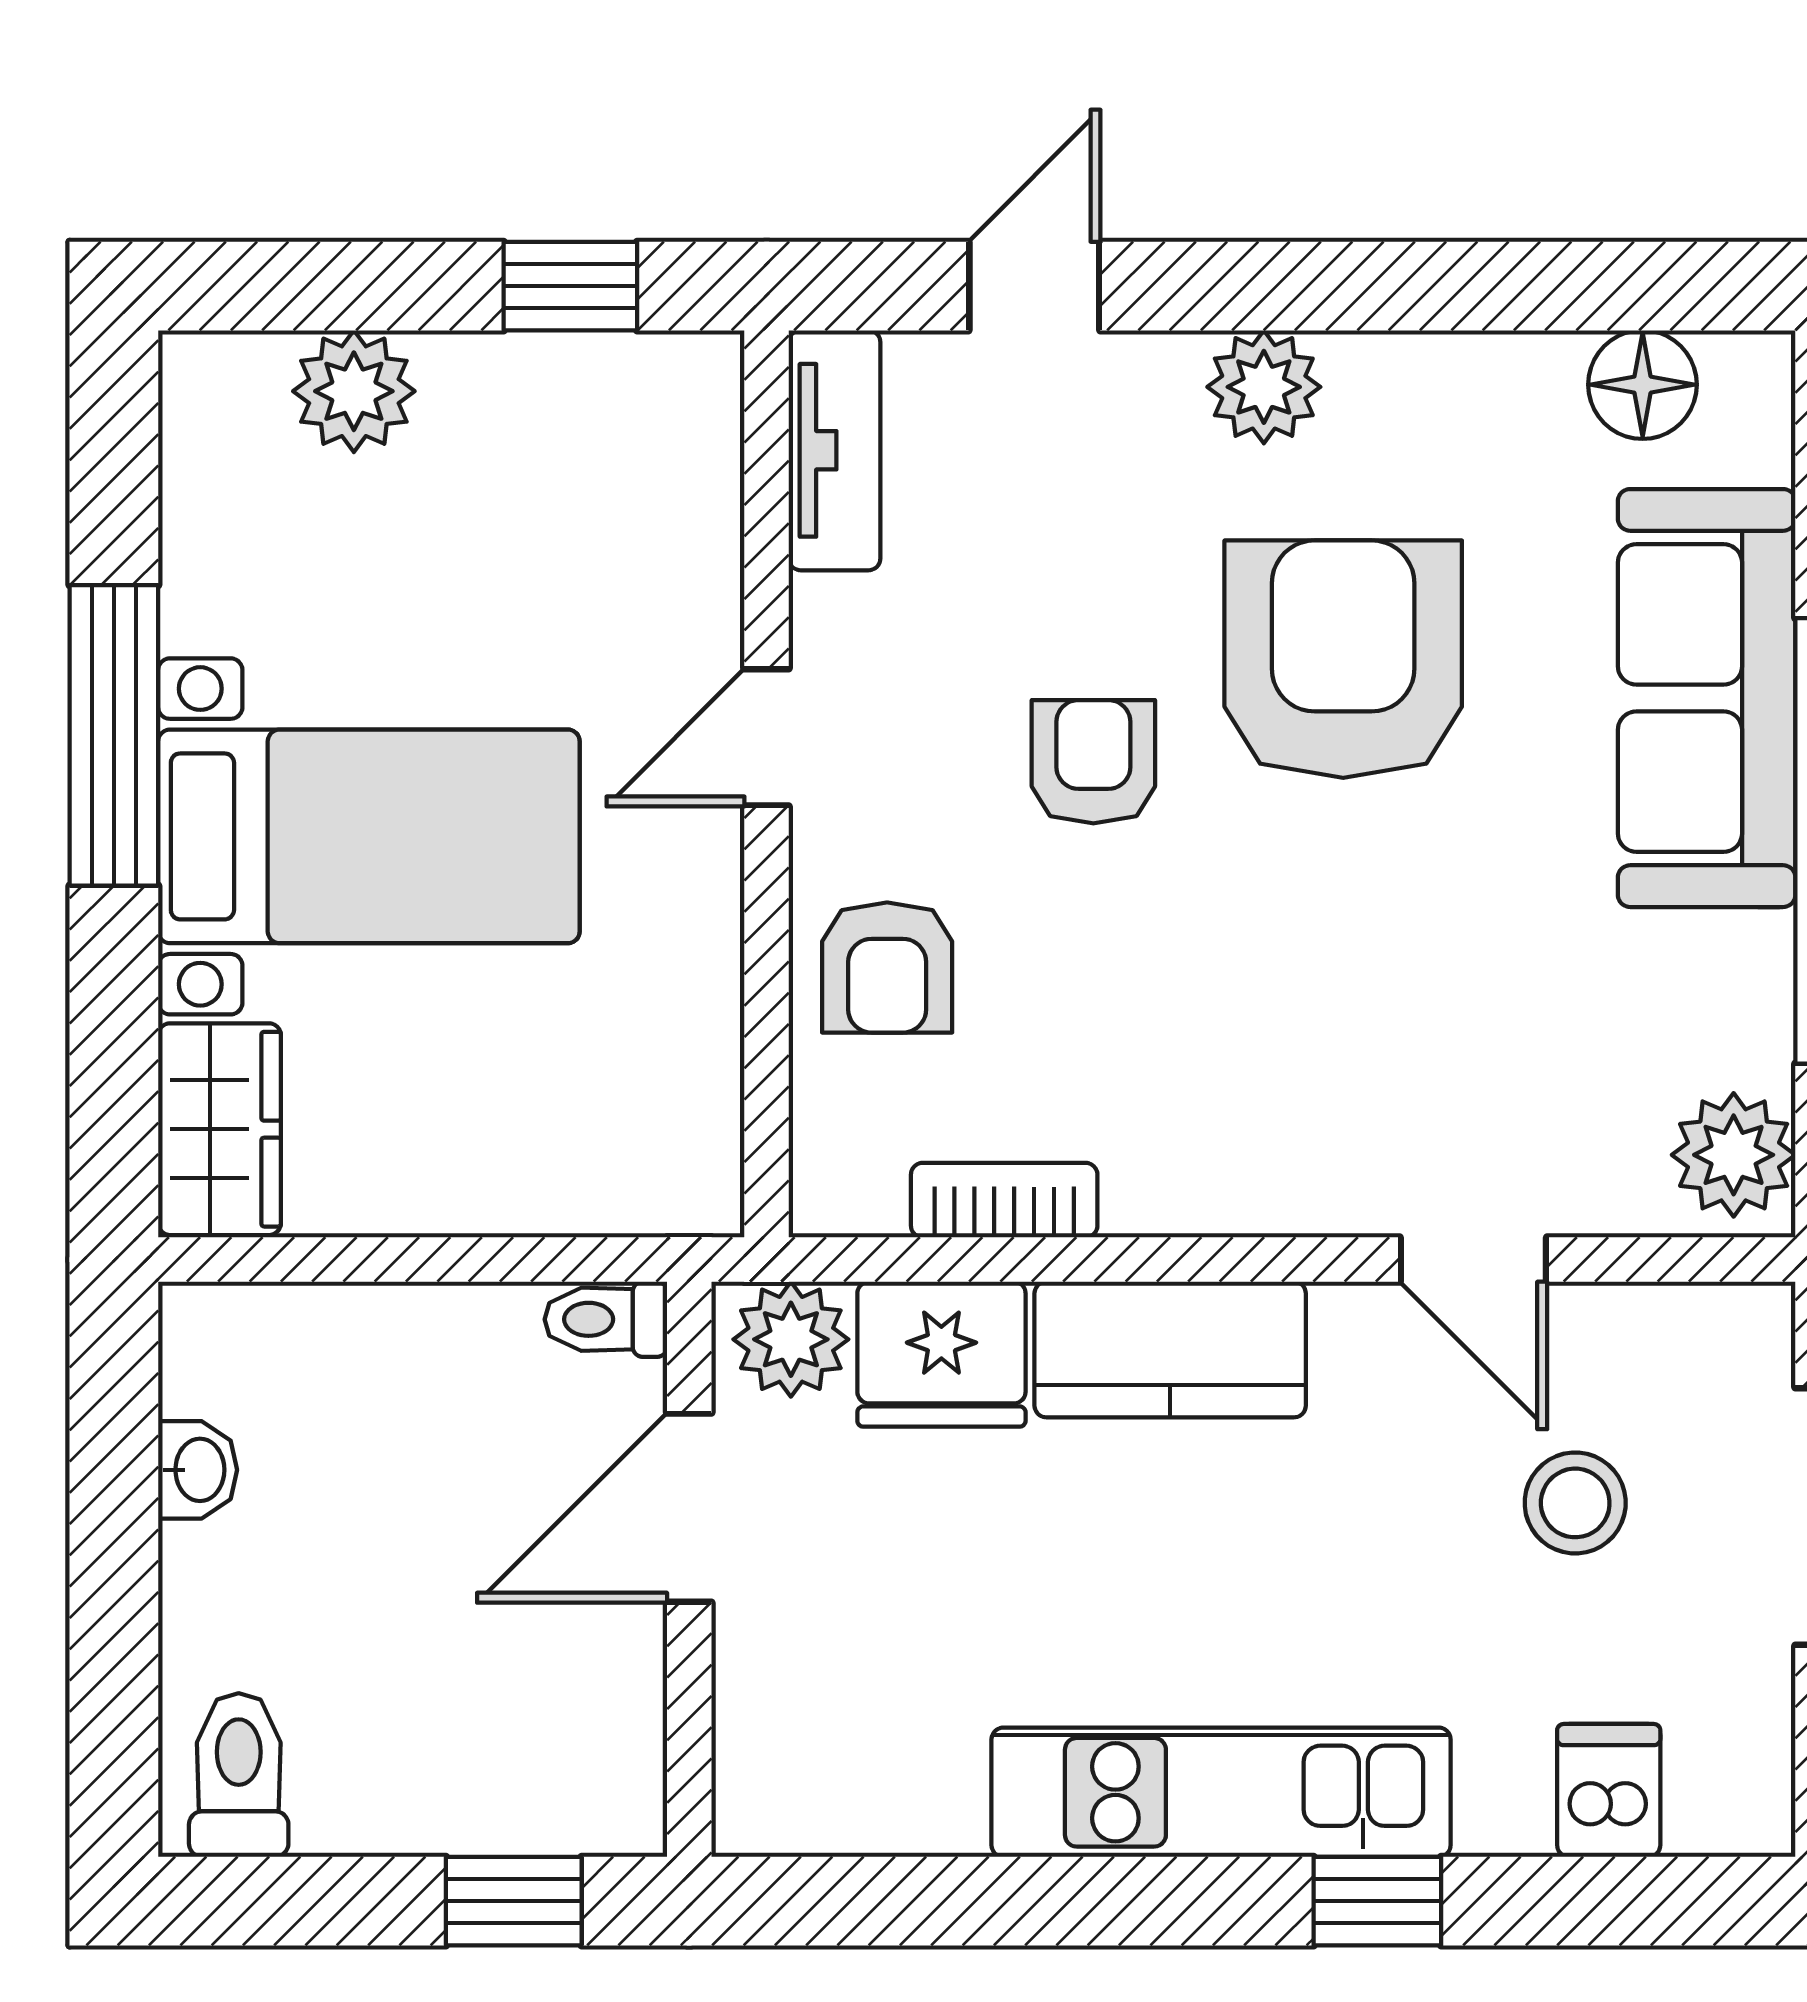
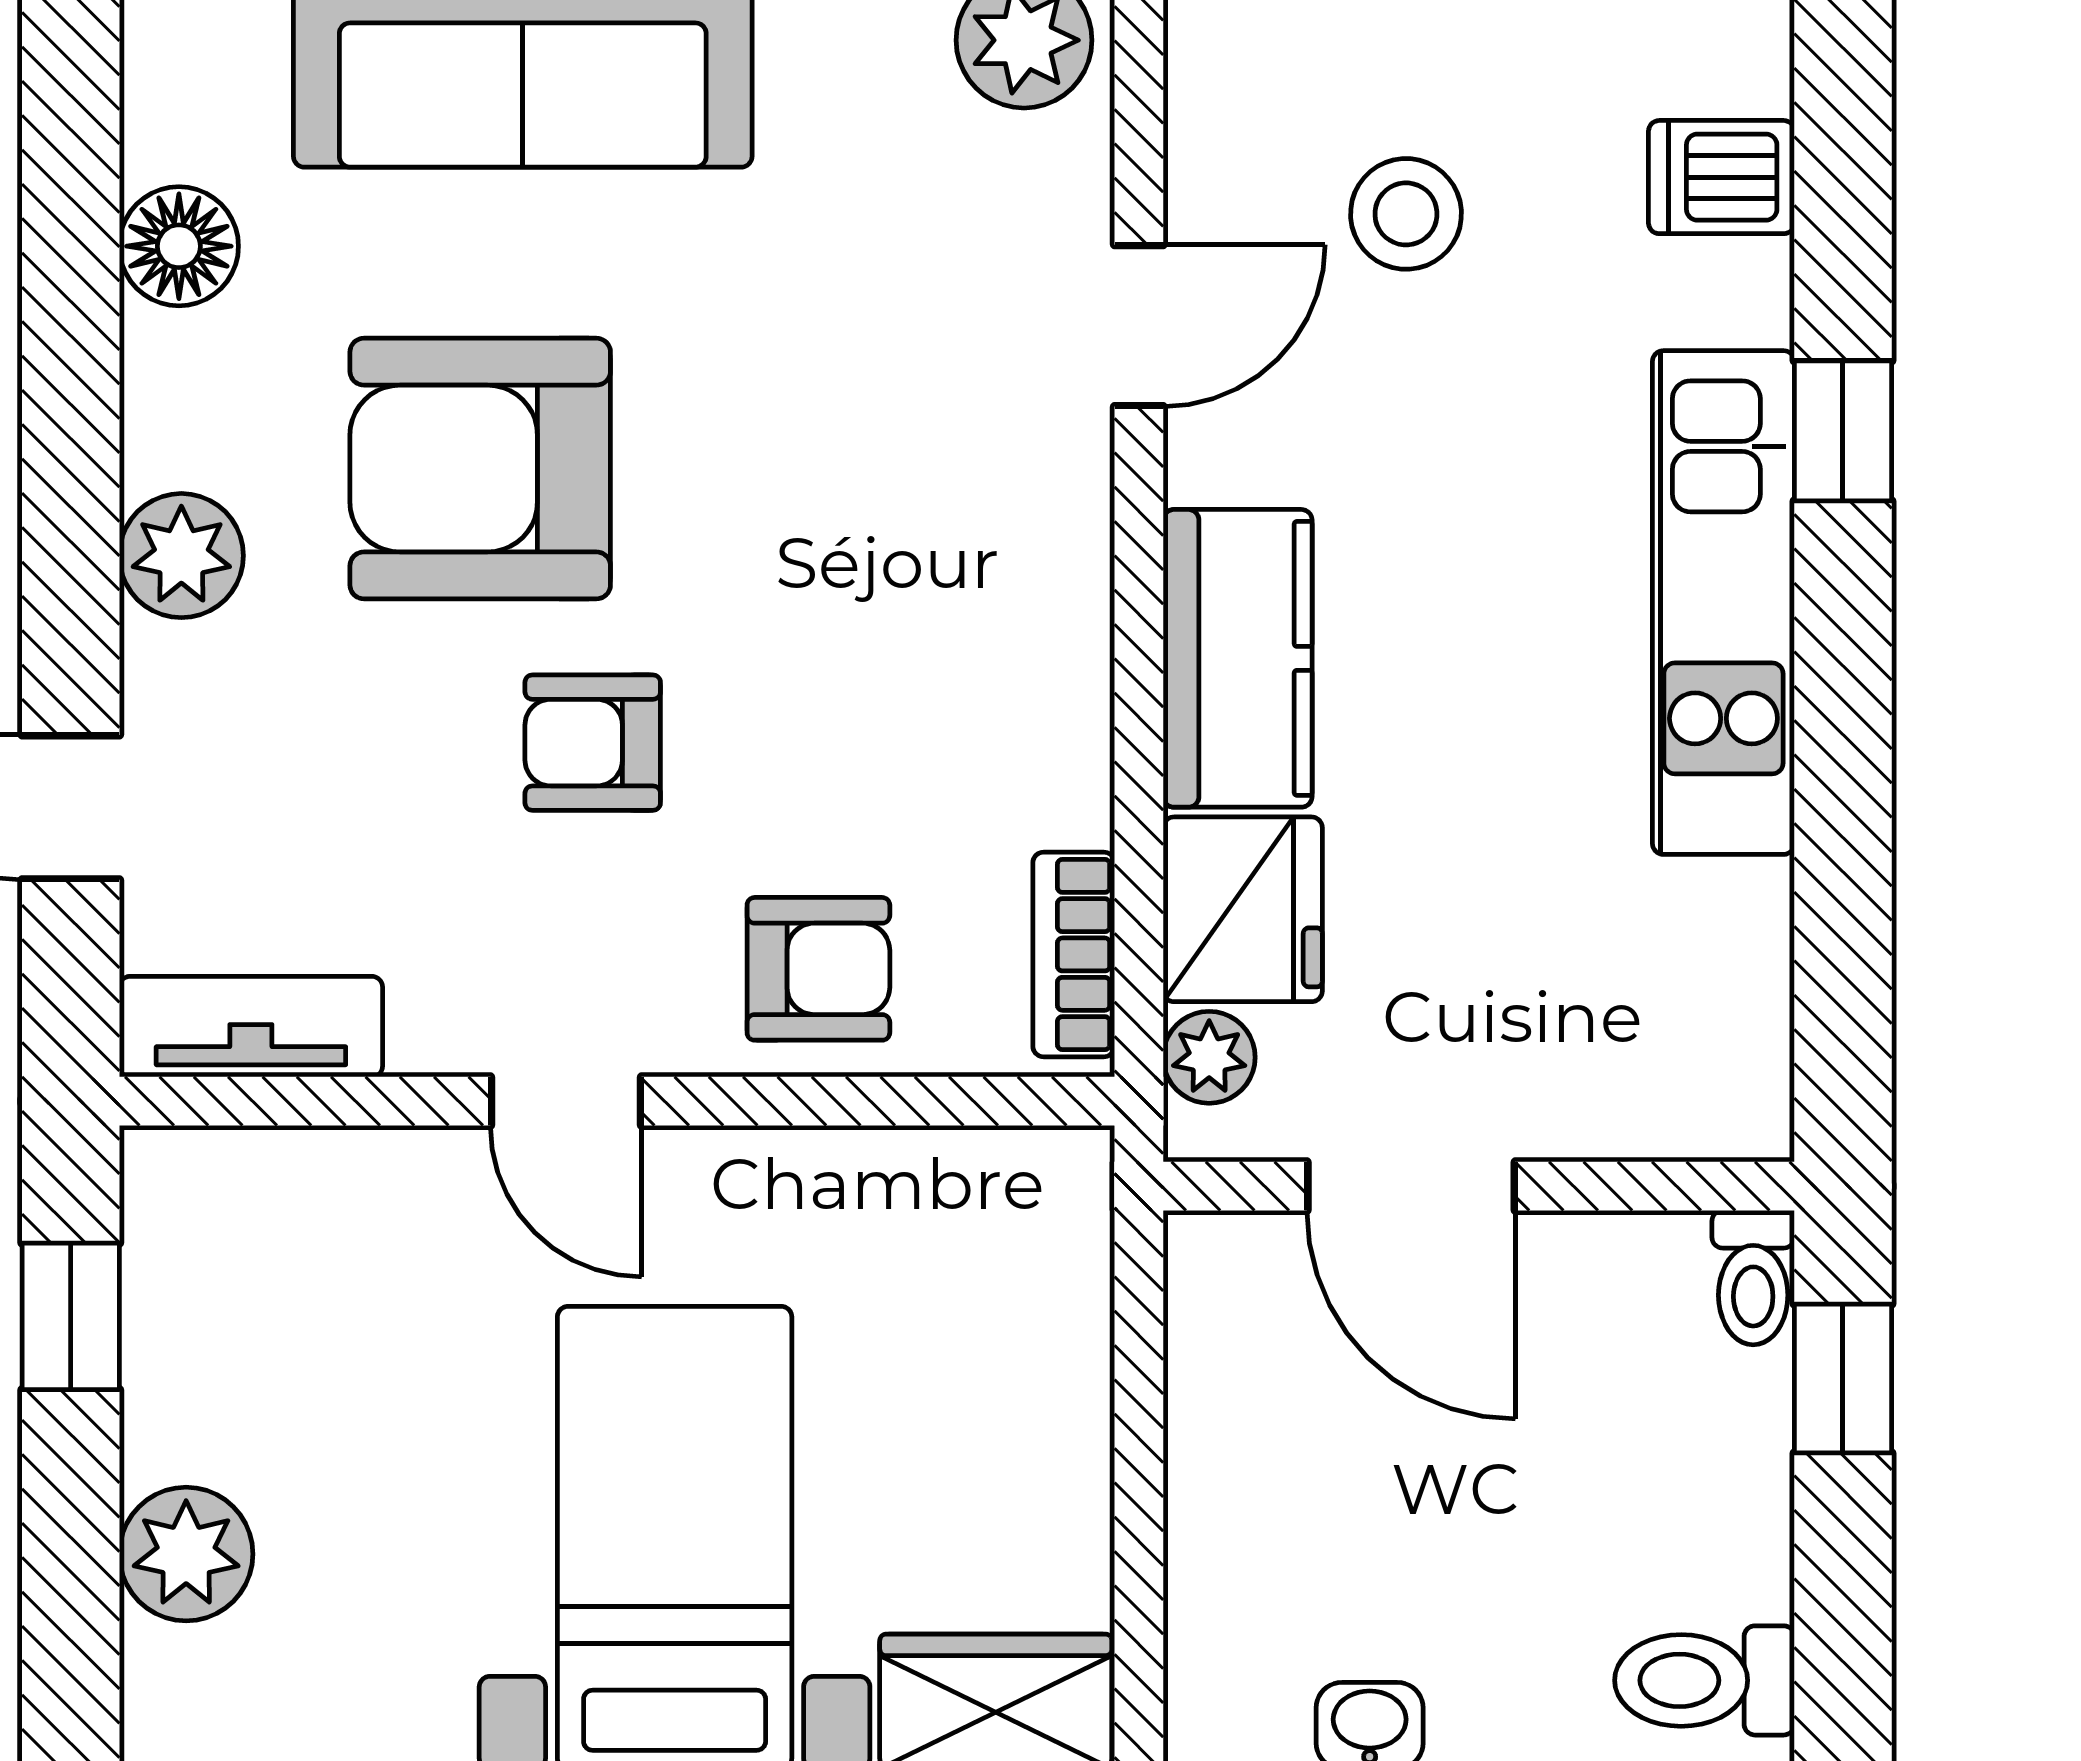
floor lamp: (1643, 385) -> (179, 246), moved
bookcase: (1004, 1200) -> (1074, 954), moved
toilet: (606, 1319) -> (1753, 1278), moved
plant: (791, 1339) -> (1209, 1057), width x0.73, depth x0.73

